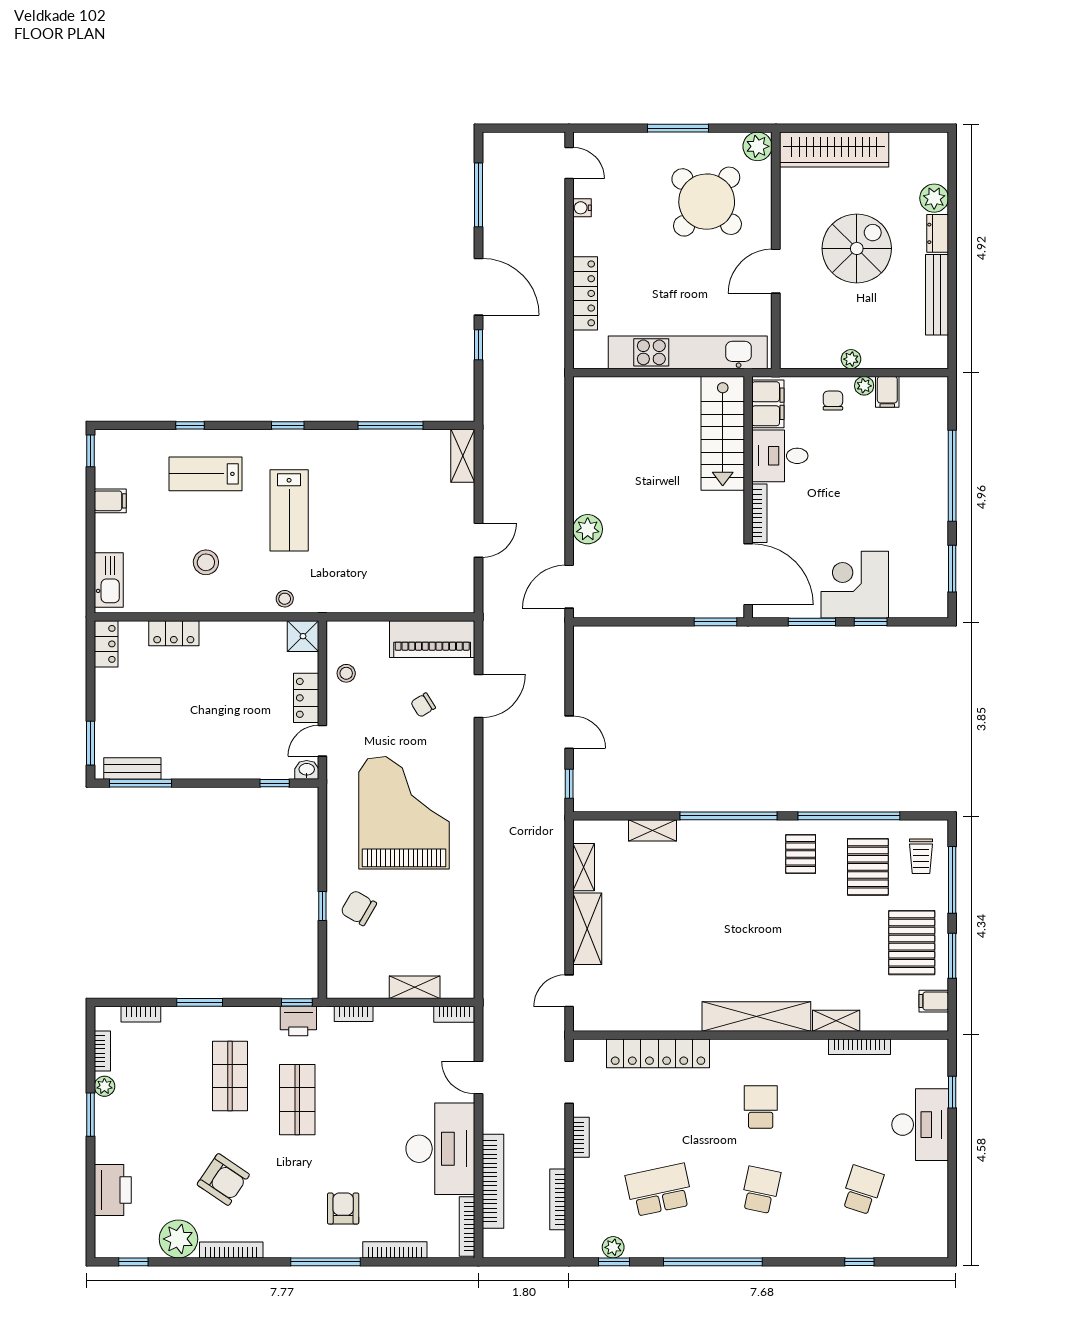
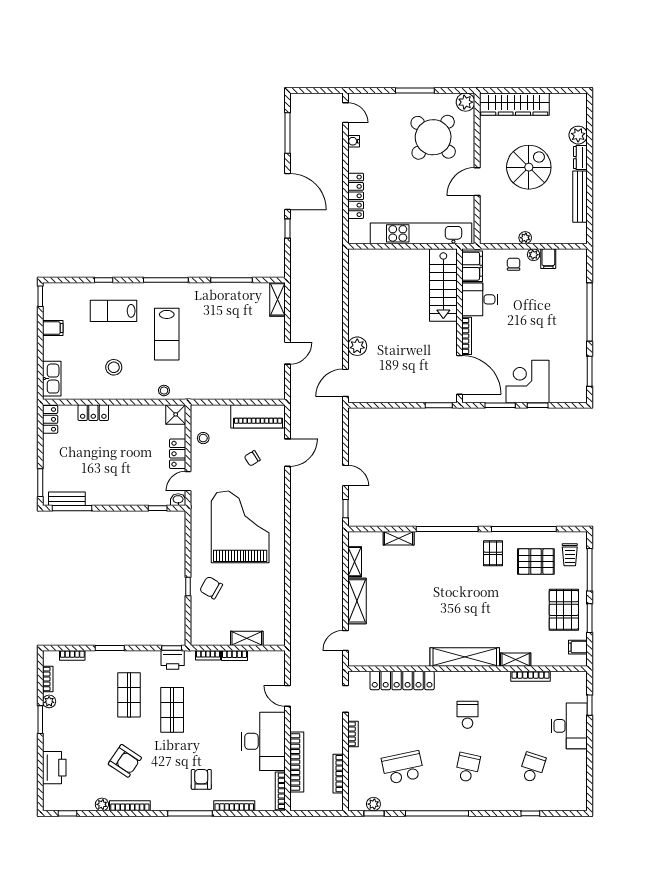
window: (288, 425) -> (166, 280), width x2.17
pallet: (868, 867) -> (536, 562), turned 90
bookcase: (454, 1014) -> (234, 655), moved
plant: (178, 1239) -> (102, 804), width x0.53, depth x0.53

